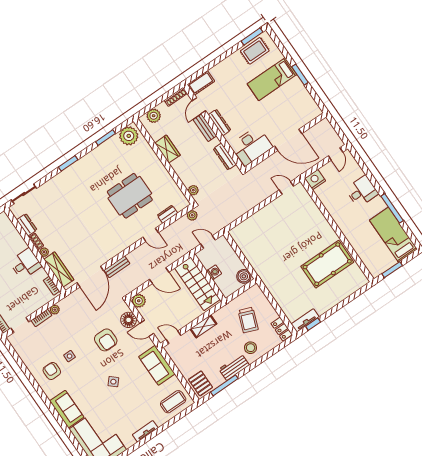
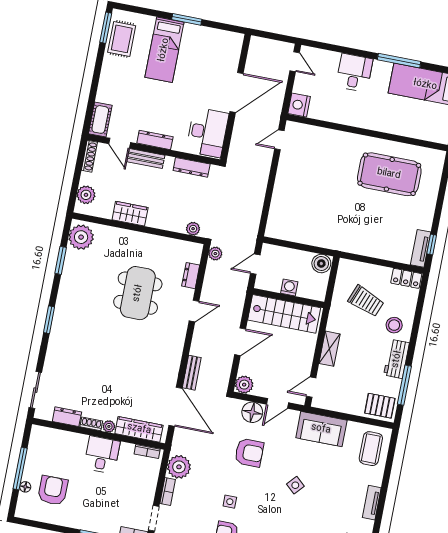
pool table: (327, 264) -> (389, 174), turned 90
plant: (55, 310) -> (179, 467), width x1.88, depth x1.88

